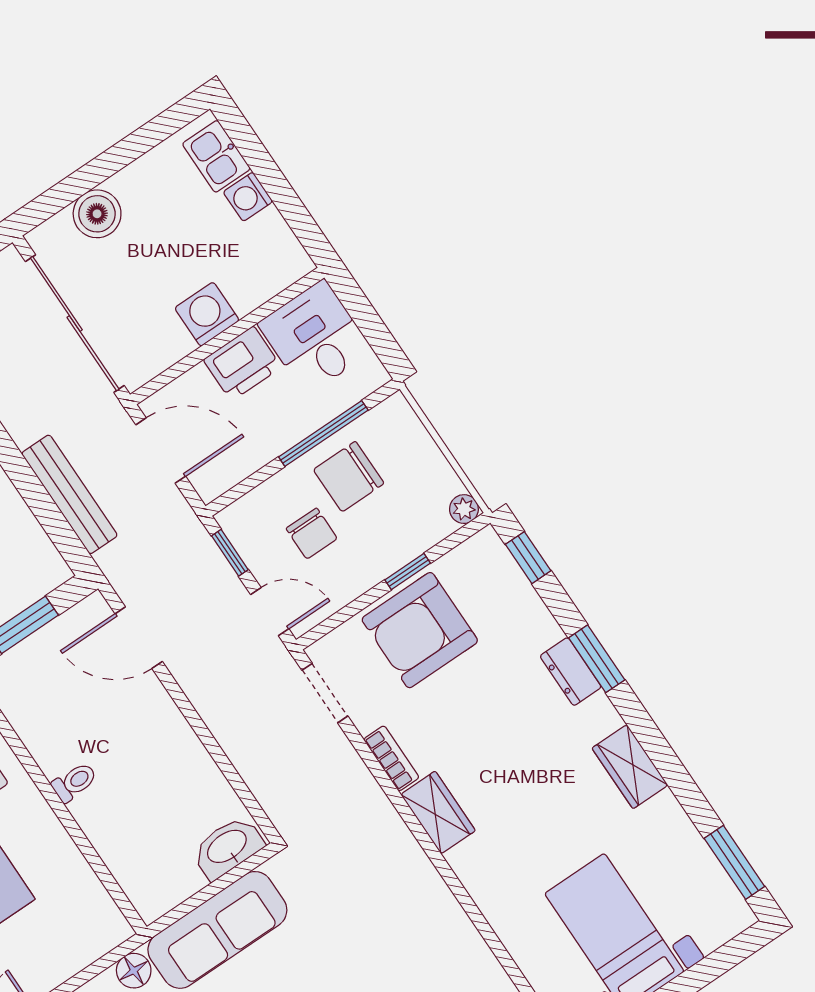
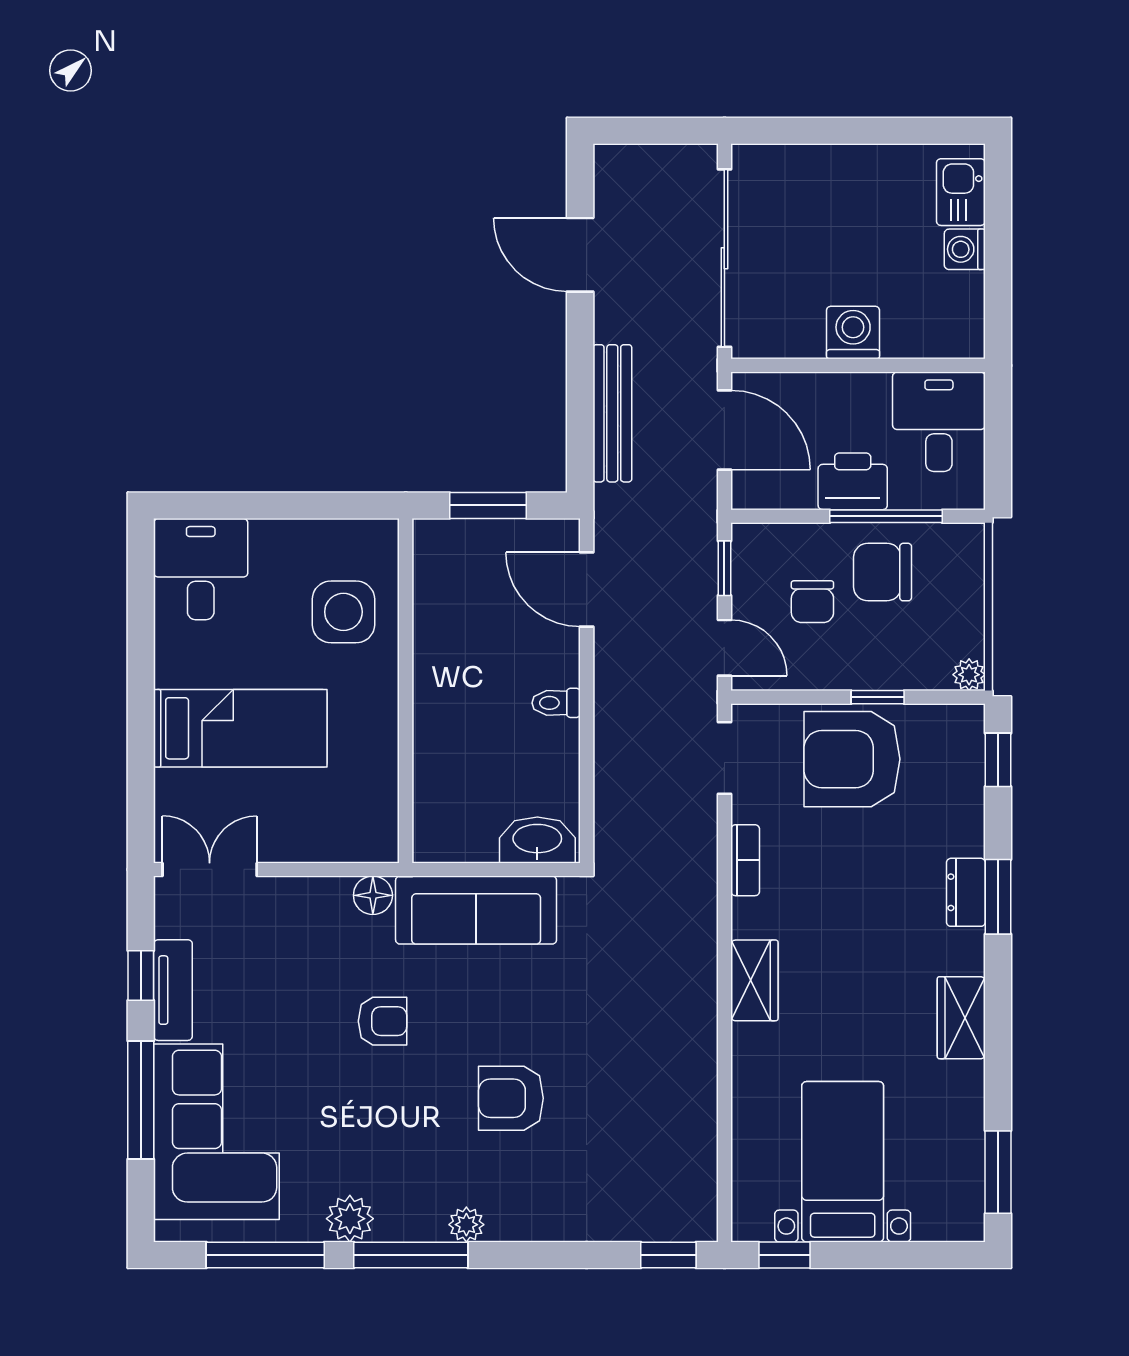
boiler: (97, 214) -> (814, 170), removed
printer: (242, 363) -> (853, 481), moved, turned 180
toilet: (74, 782) -> (556, 703), moved, turned 180
wardrobe: (438, 812) -> (754, 980), moved

